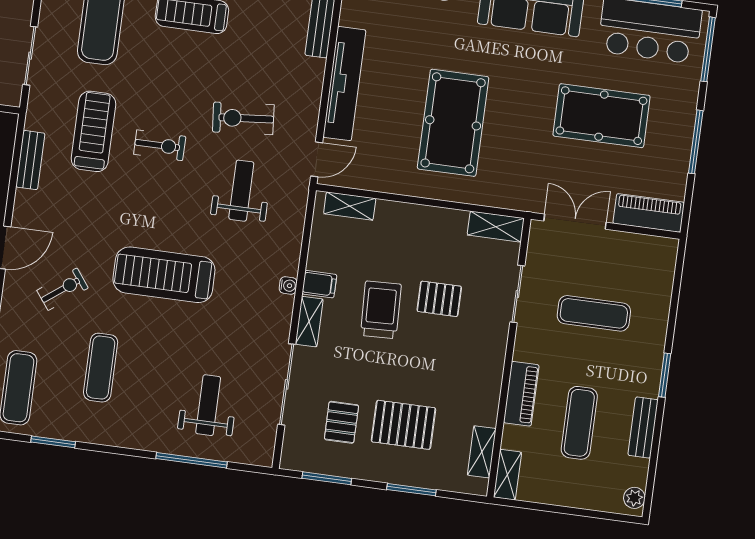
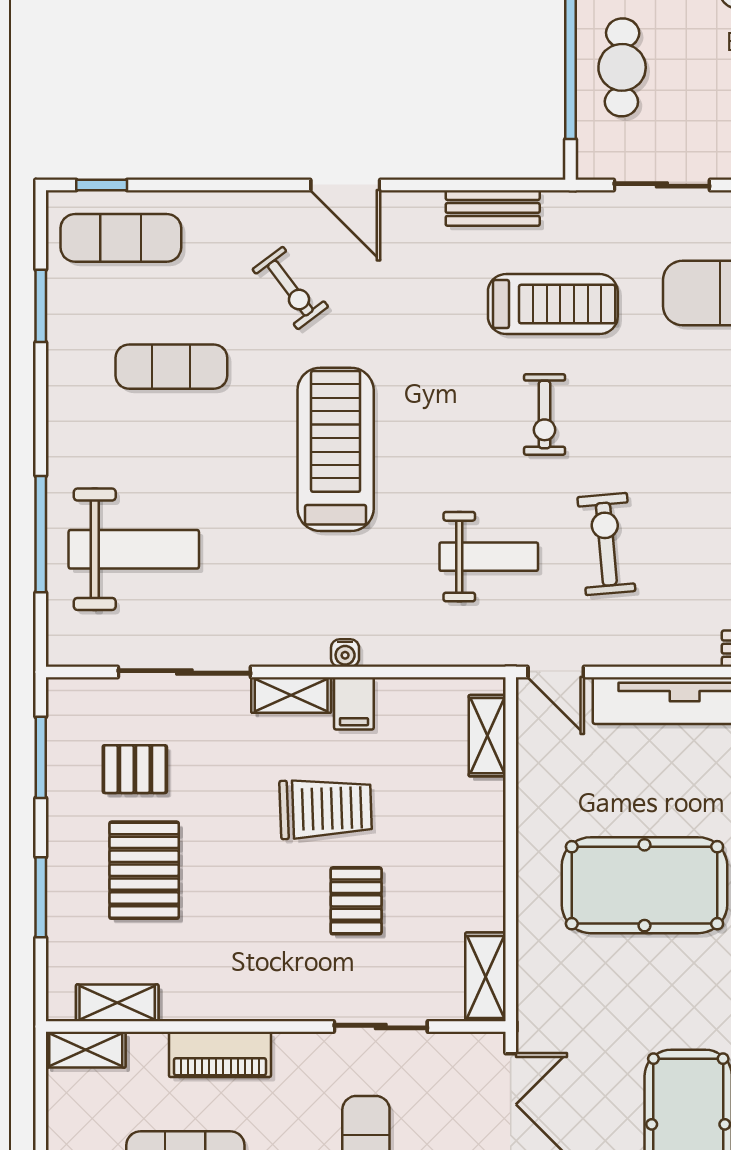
weight bench: (208, 405) -> (134, 549), width x1.36, depth x1.33

